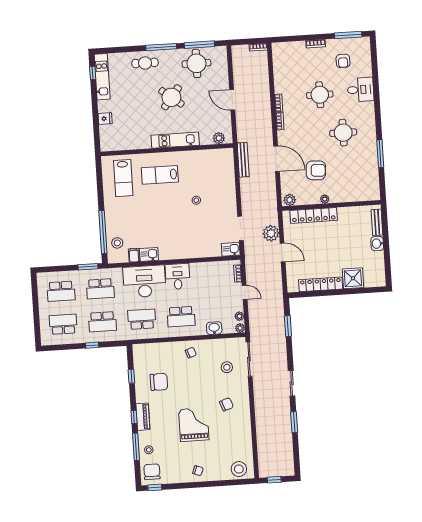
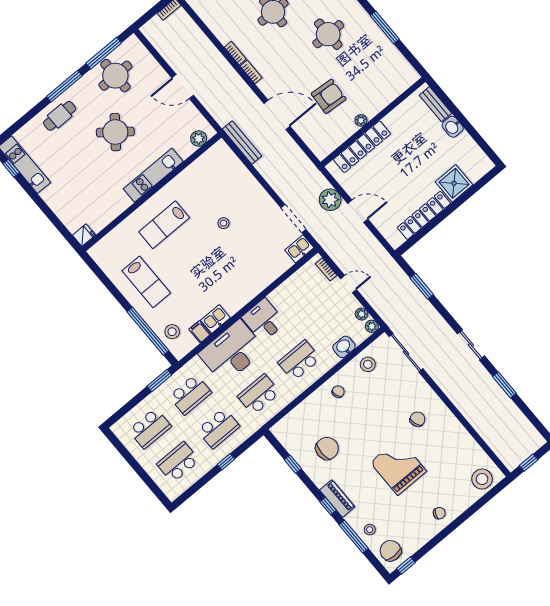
fridge: (105, 119) -> (84, 235), moved
lab bench: (123, 178) -> (146, 282), moved
plant: (290, 200) -> (324, 149), removed
school desk: (181, 317) -> (299, 361), turned 180
stool: (227, 367) -> (368, 364), moved

